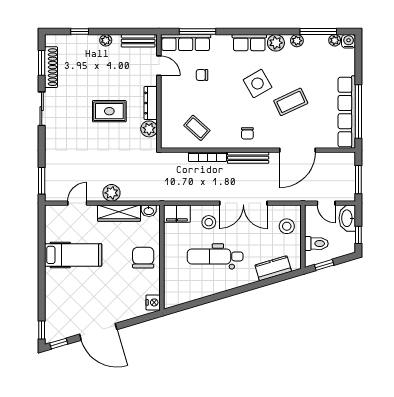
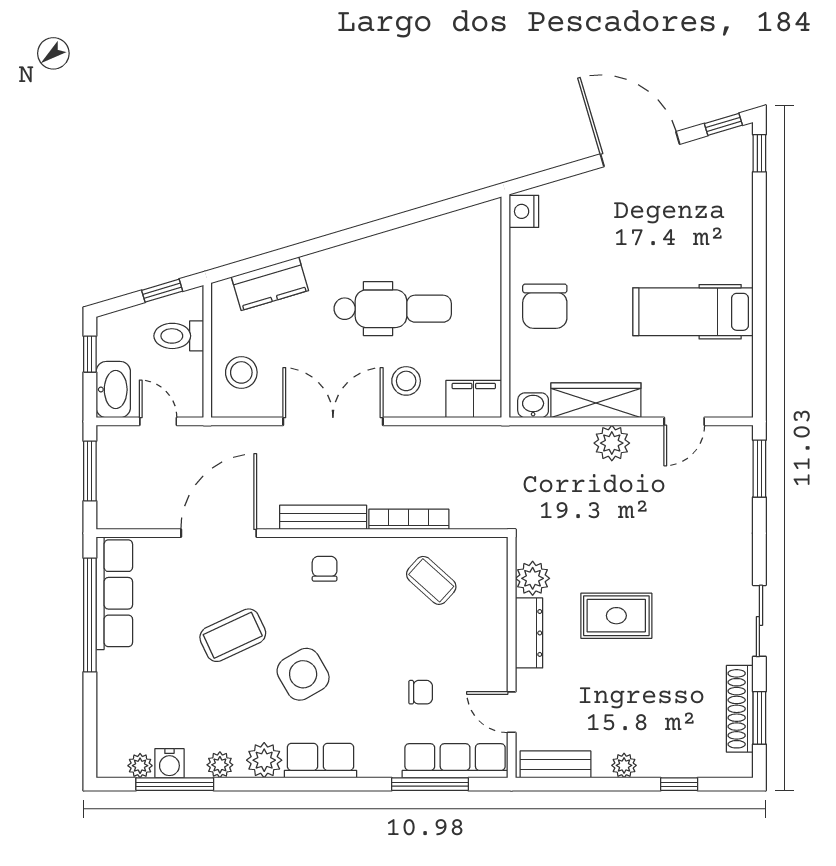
water cooler: (349, 41) -> (169, 763), moved
row of seats: (347, 112) -> (114, 593), width x0.73

